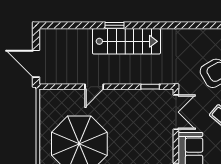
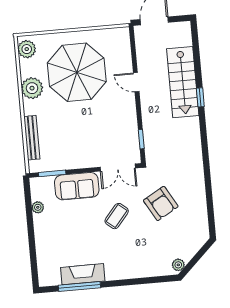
stairs: (126, 41) -> (183, 82), moved

